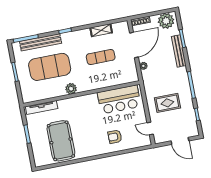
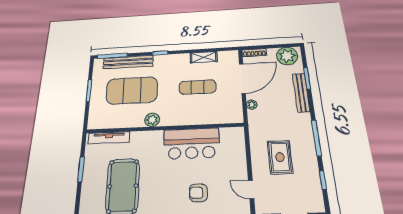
bar counter: (119, 100) -> (191, 143), moved
rug: (167, 103) -> (280, 157), turned 90

